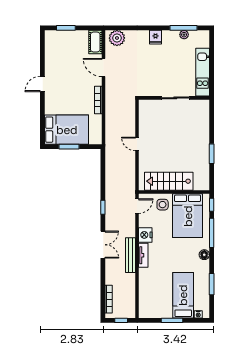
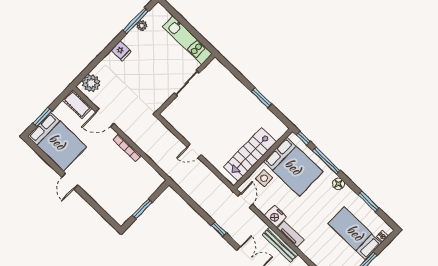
bed: (67, 130) -> (57, 142), moved, turned 90

